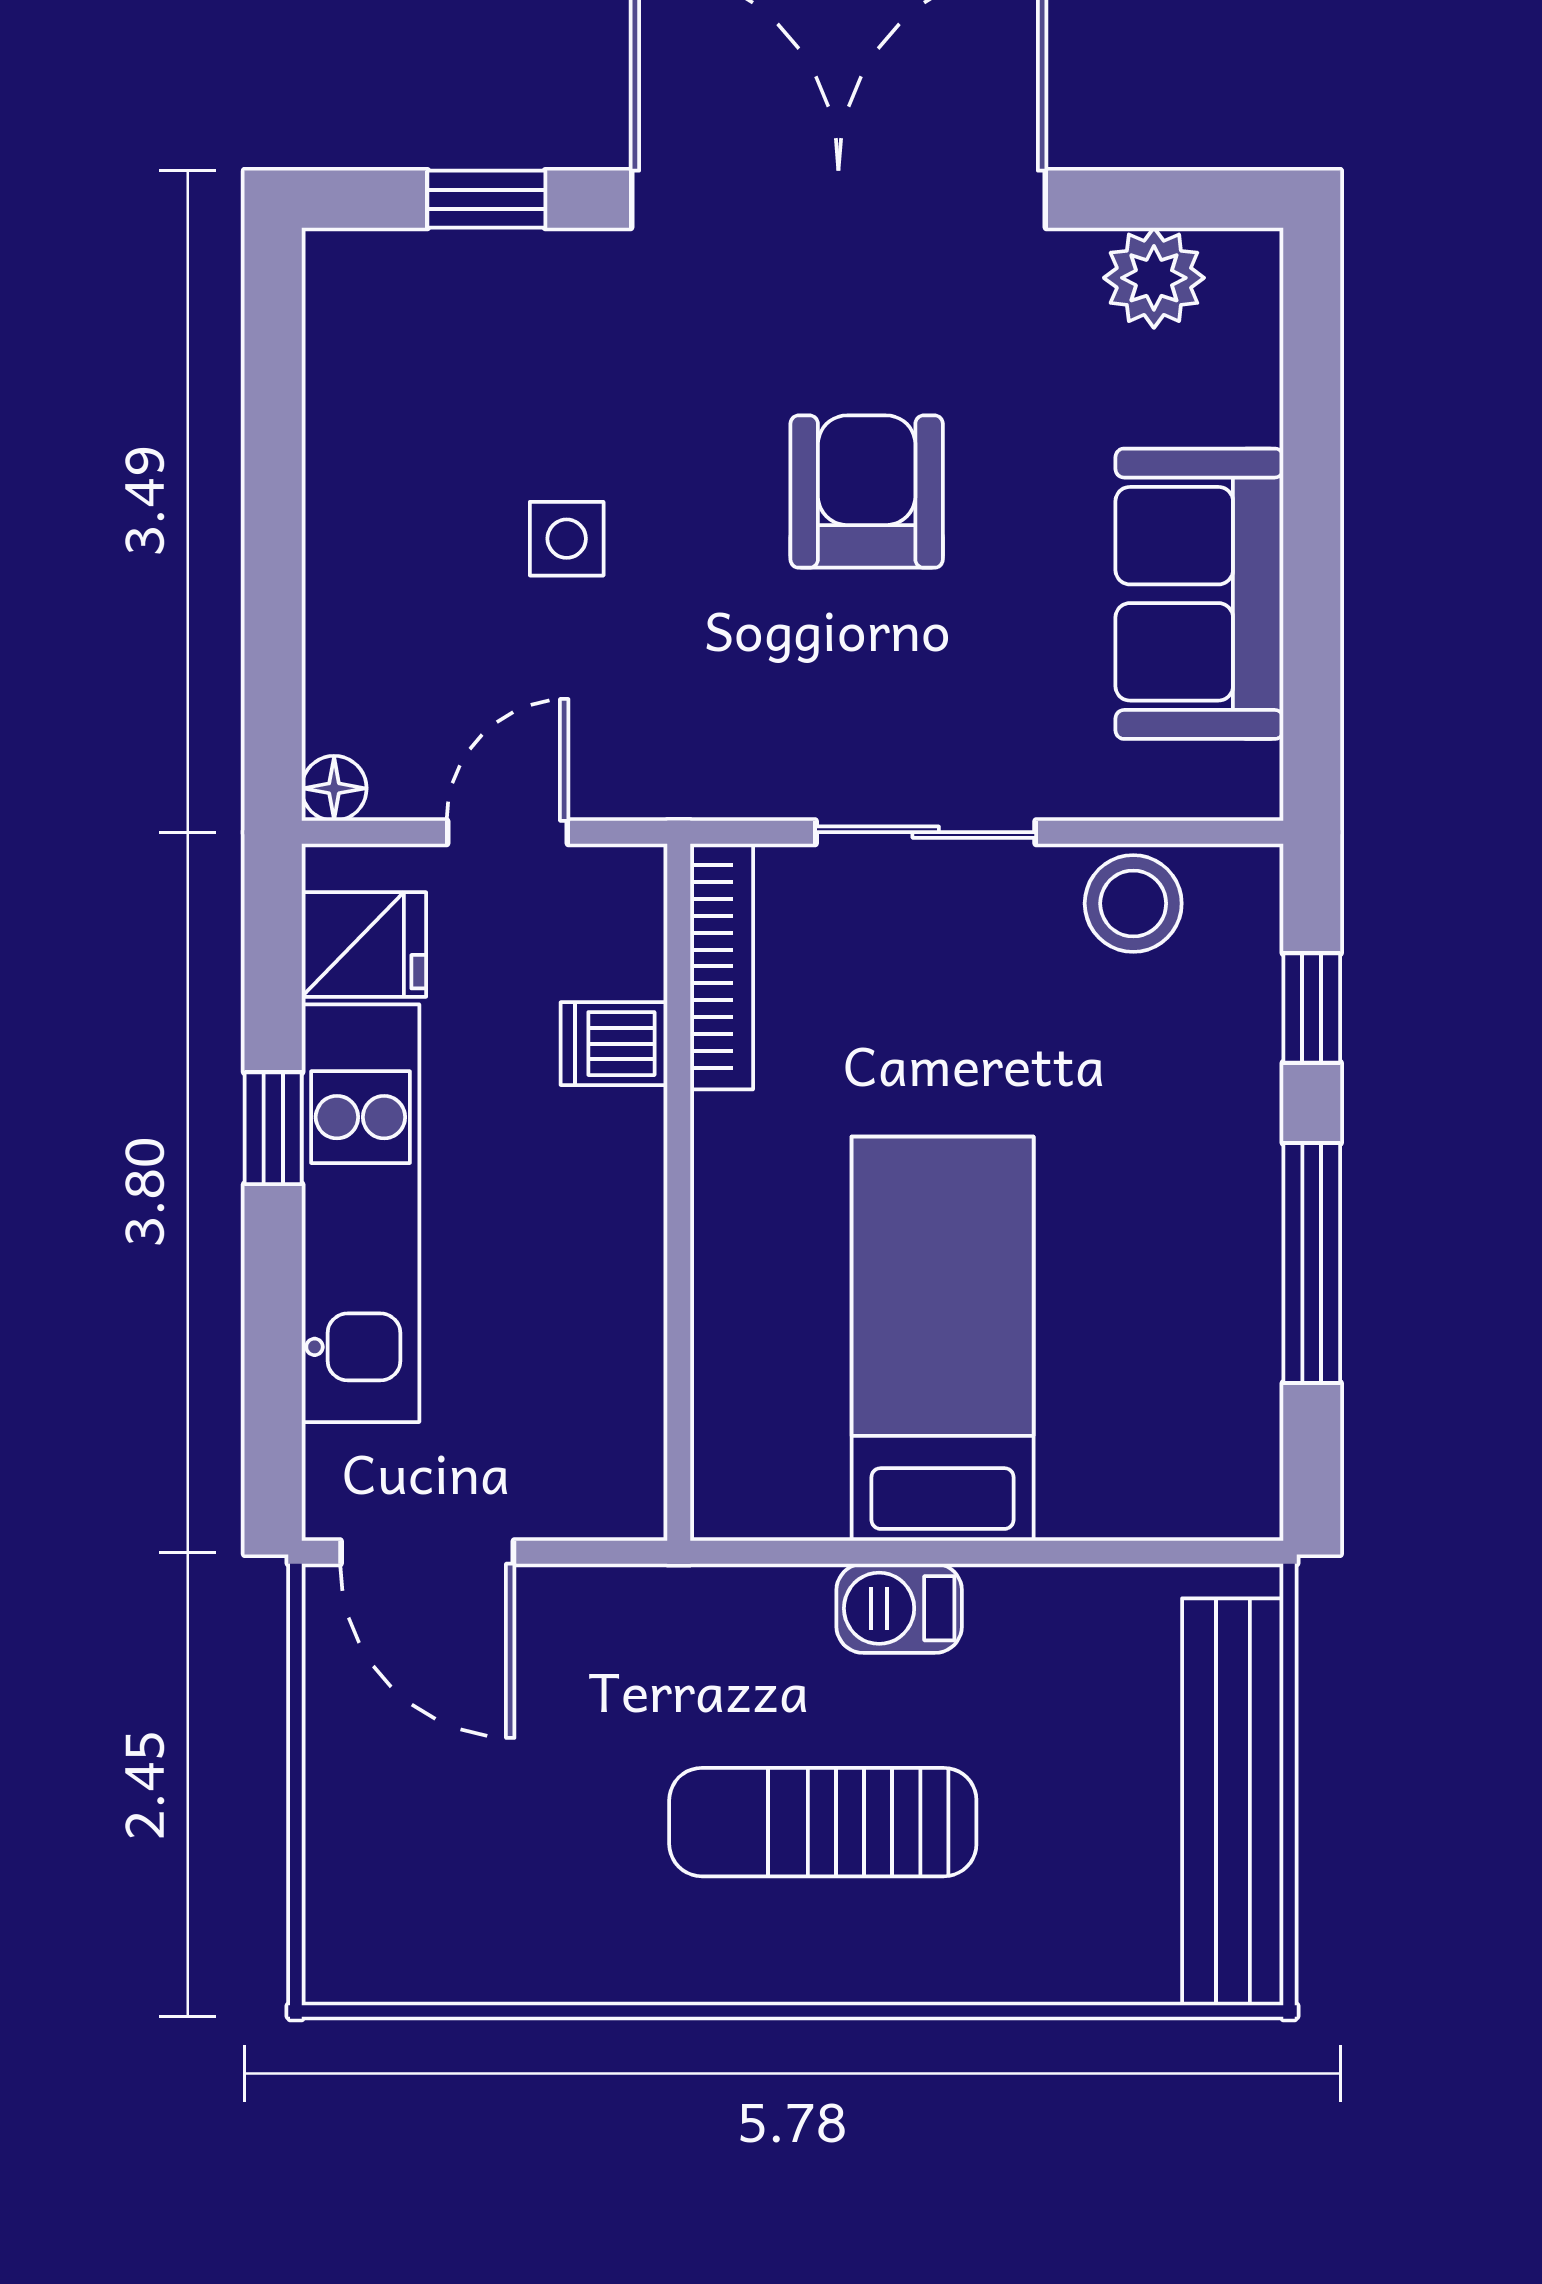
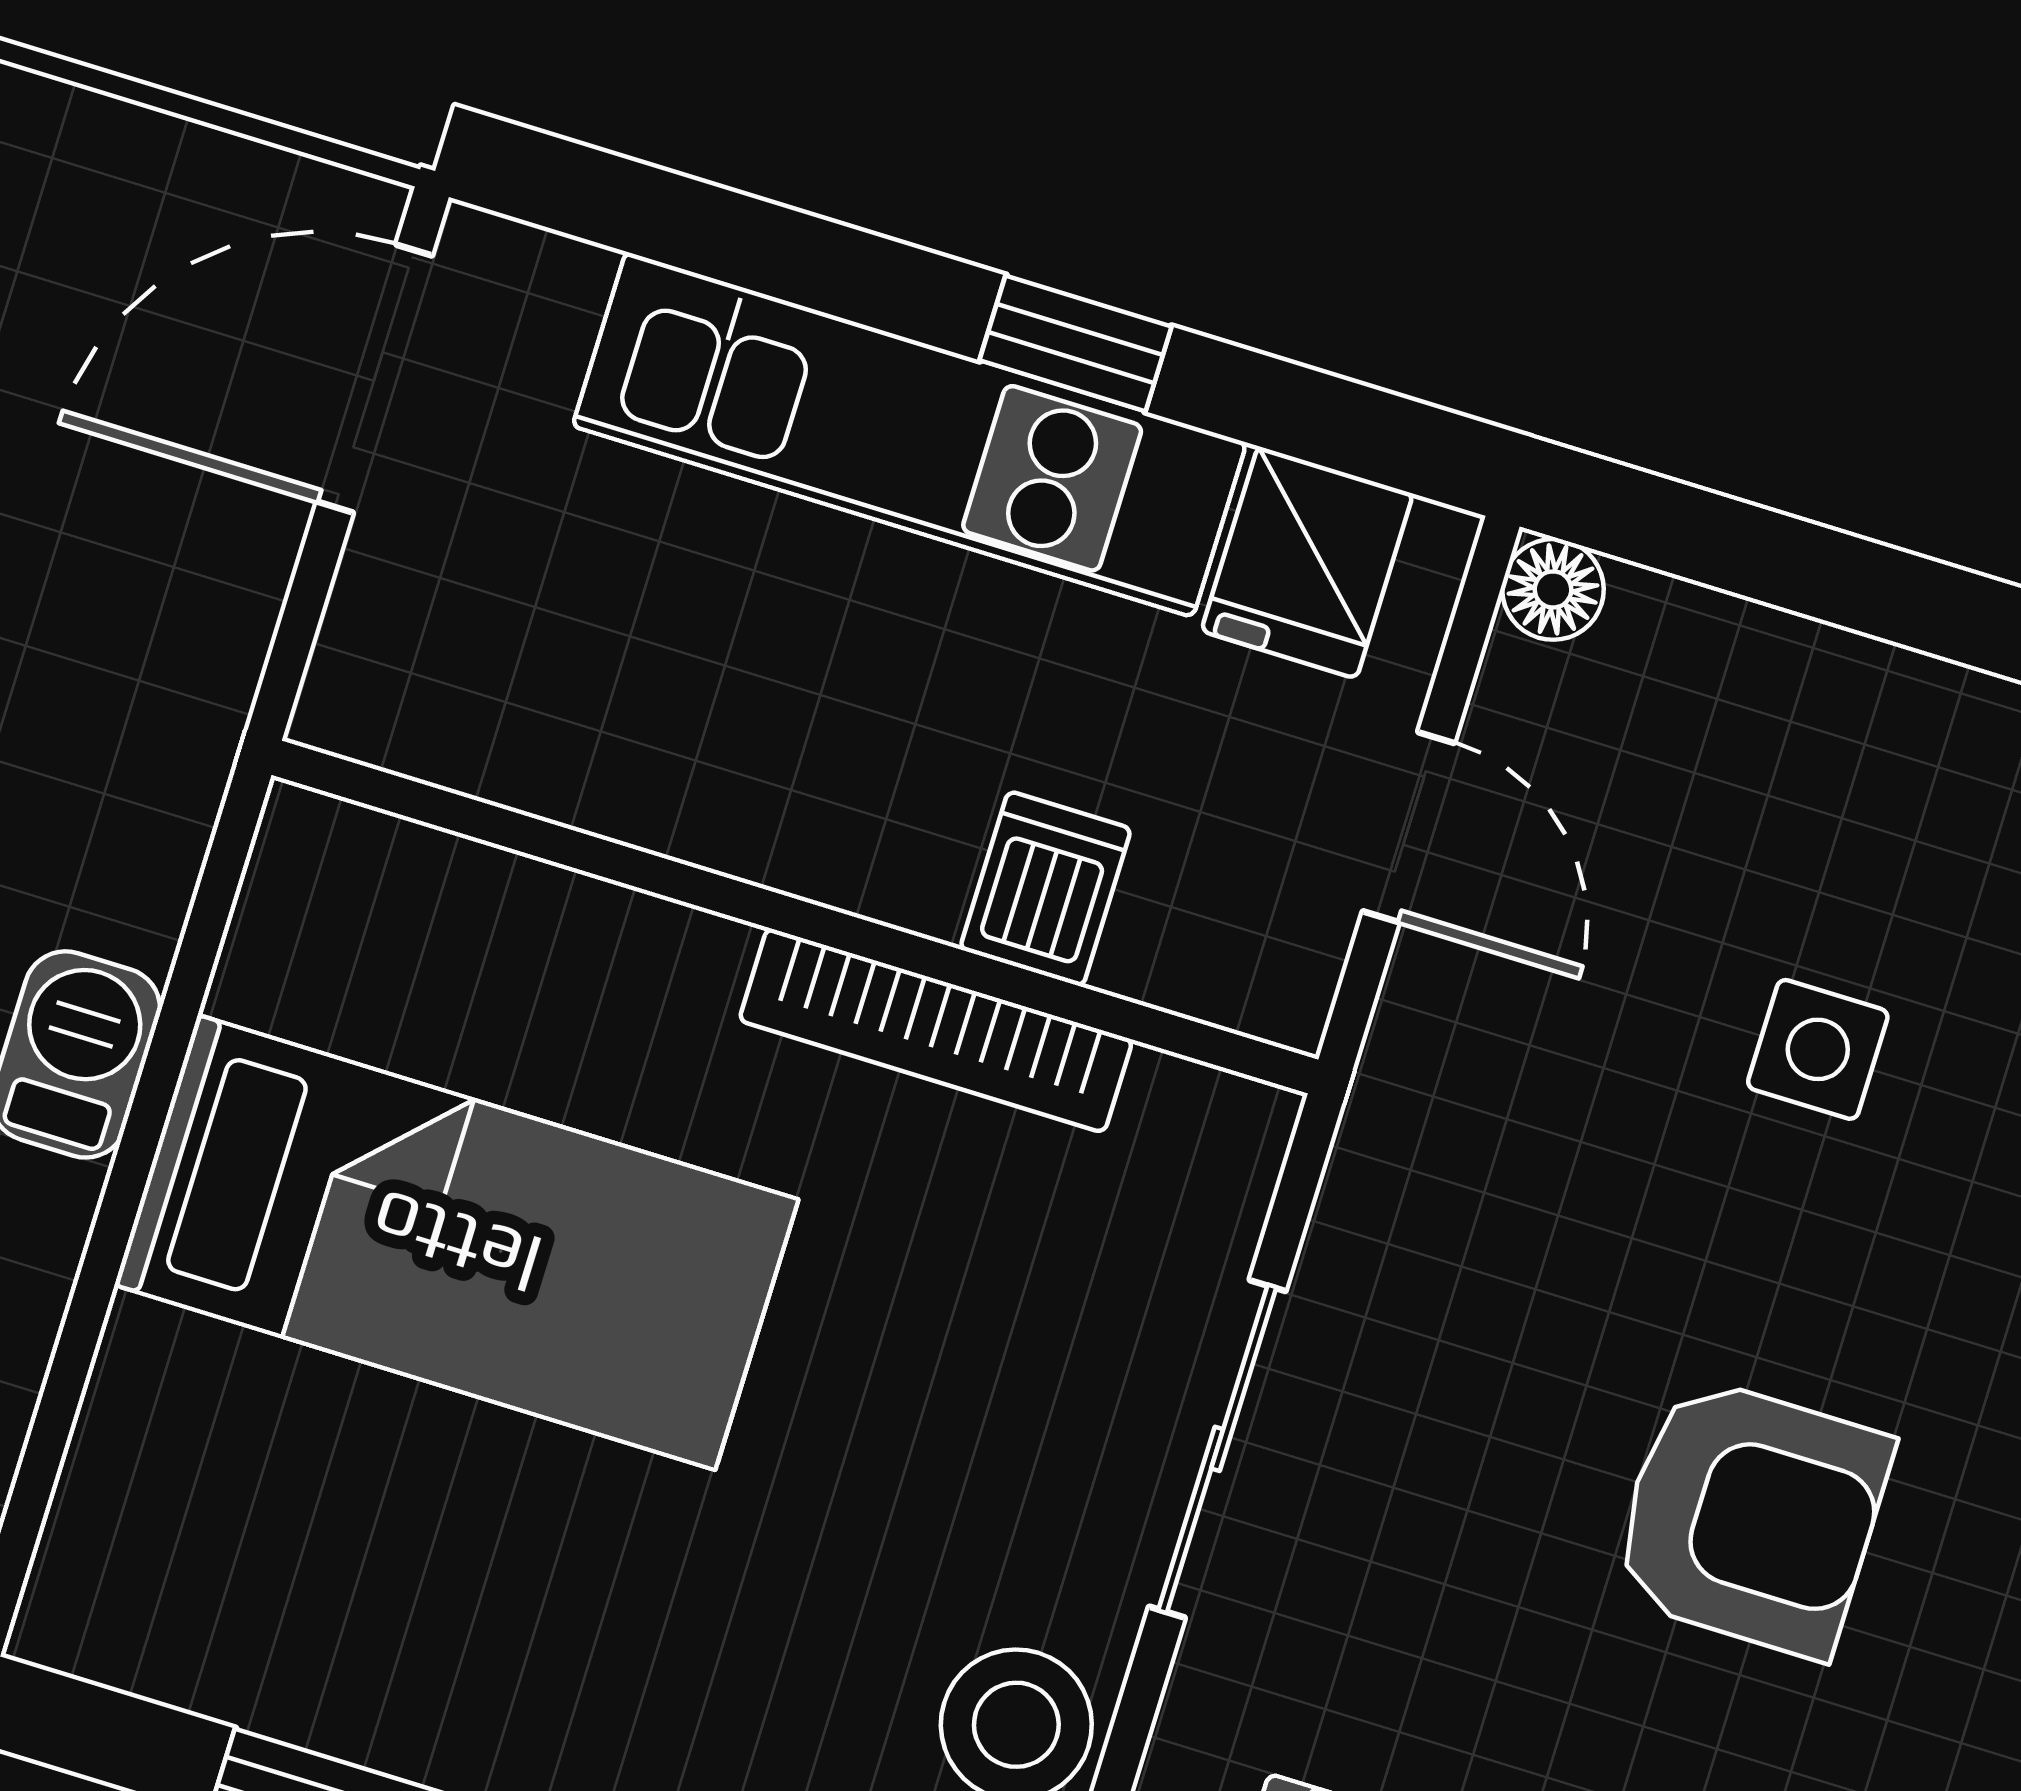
bookcase: (722, 966) -> (936, 1030), moved

